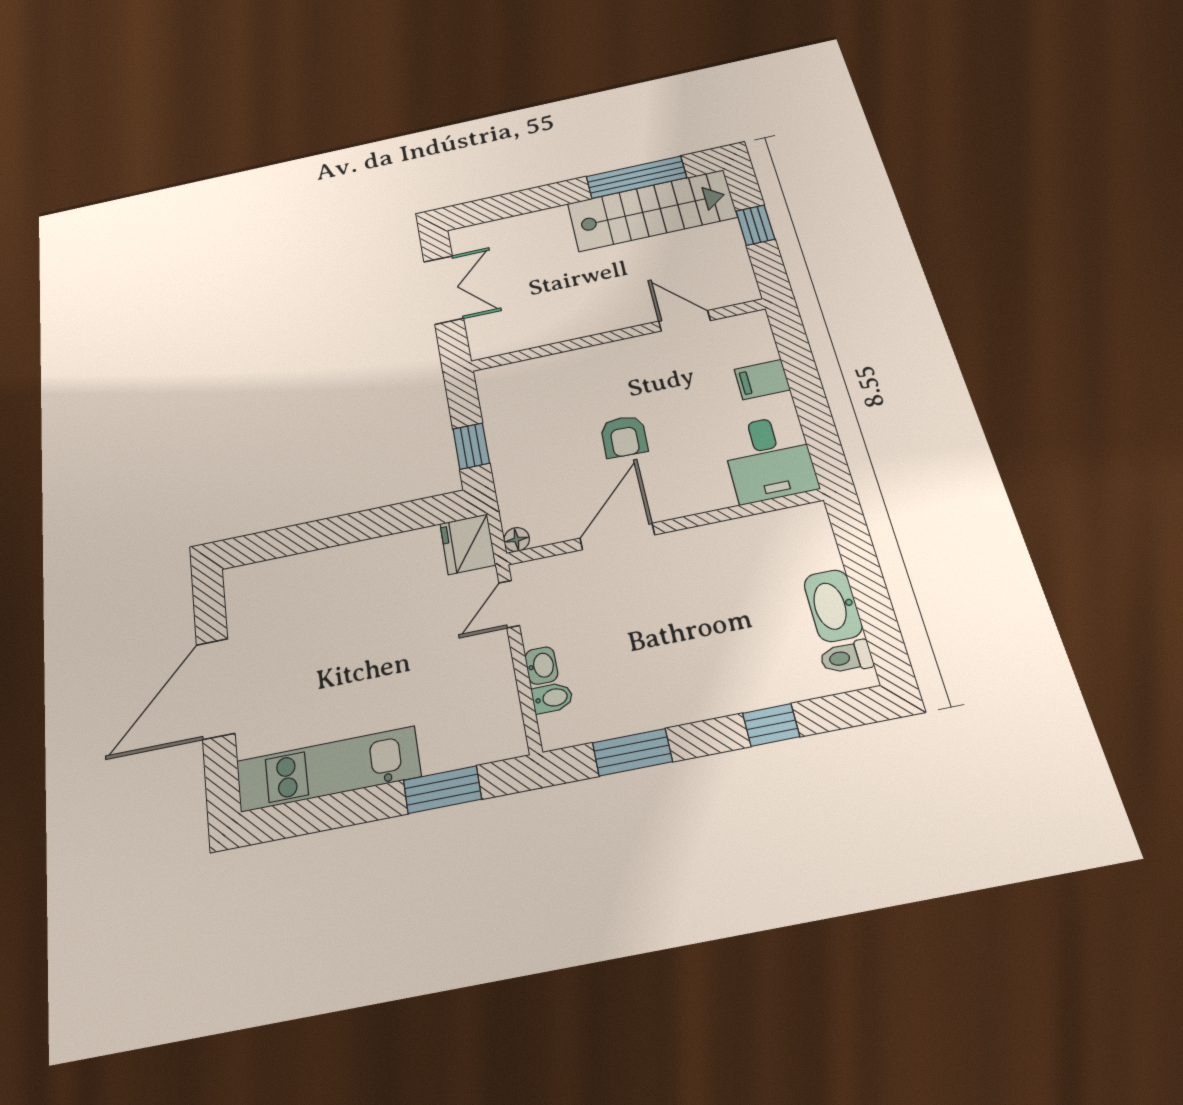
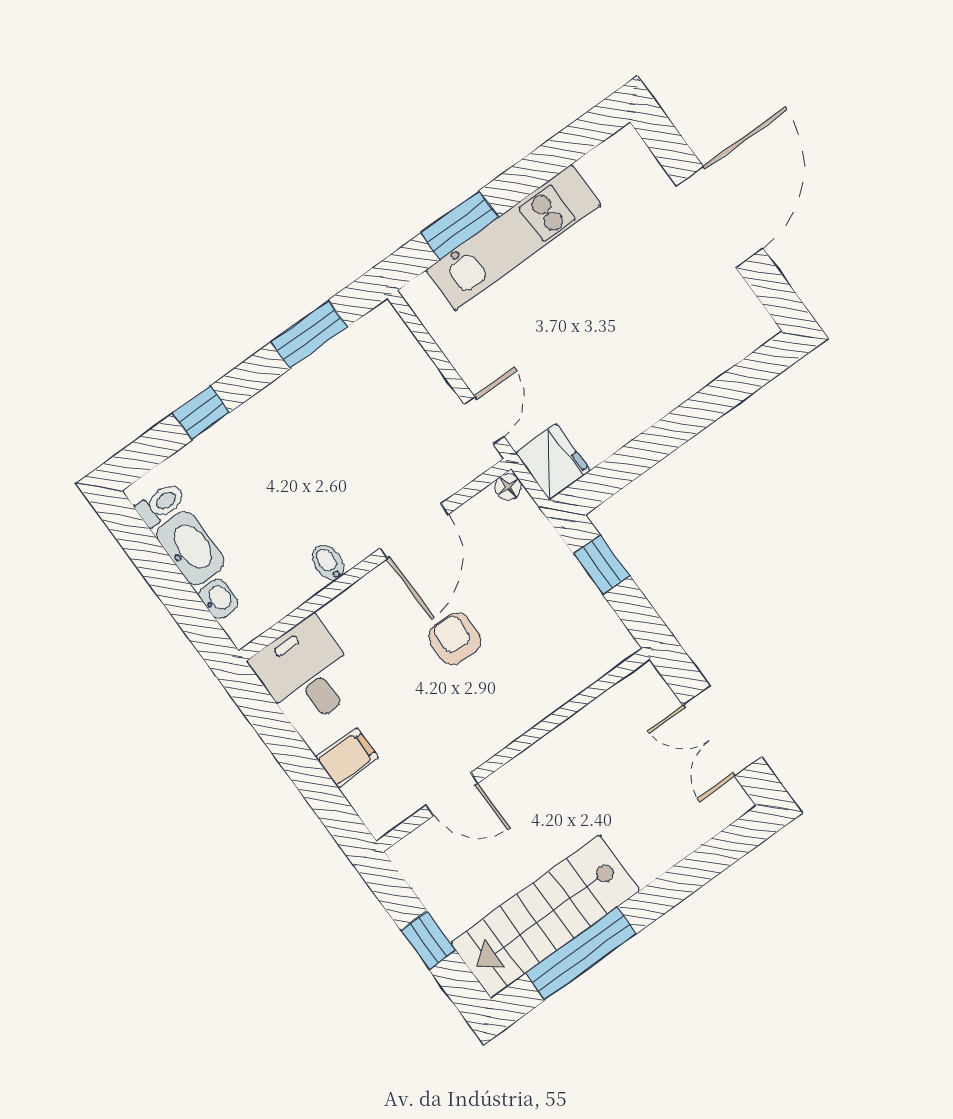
washbasin: (541, 666) -> (218, 599), moved, turned 180
bidet: (552, 698) -> (328, 562), moved, turned 90
kitchen unit: (328, 769) -> (514, 238), moved

